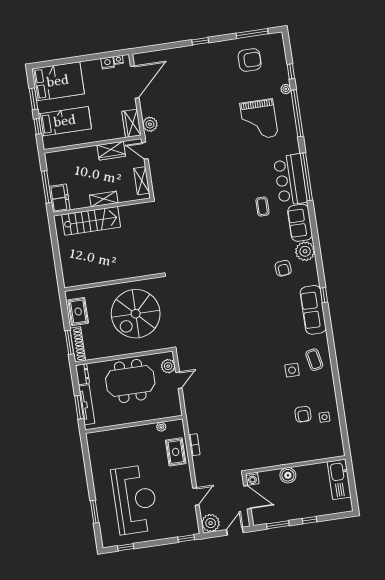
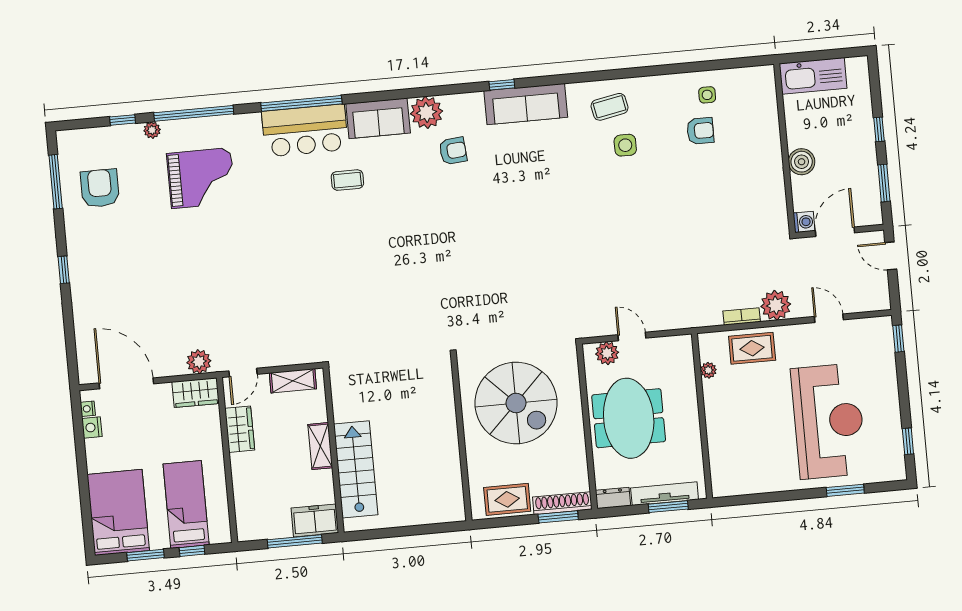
reception desk: (135, 500) -> (829, 421), turned 90
plant: (211, 523) -> (776, 305), moved

